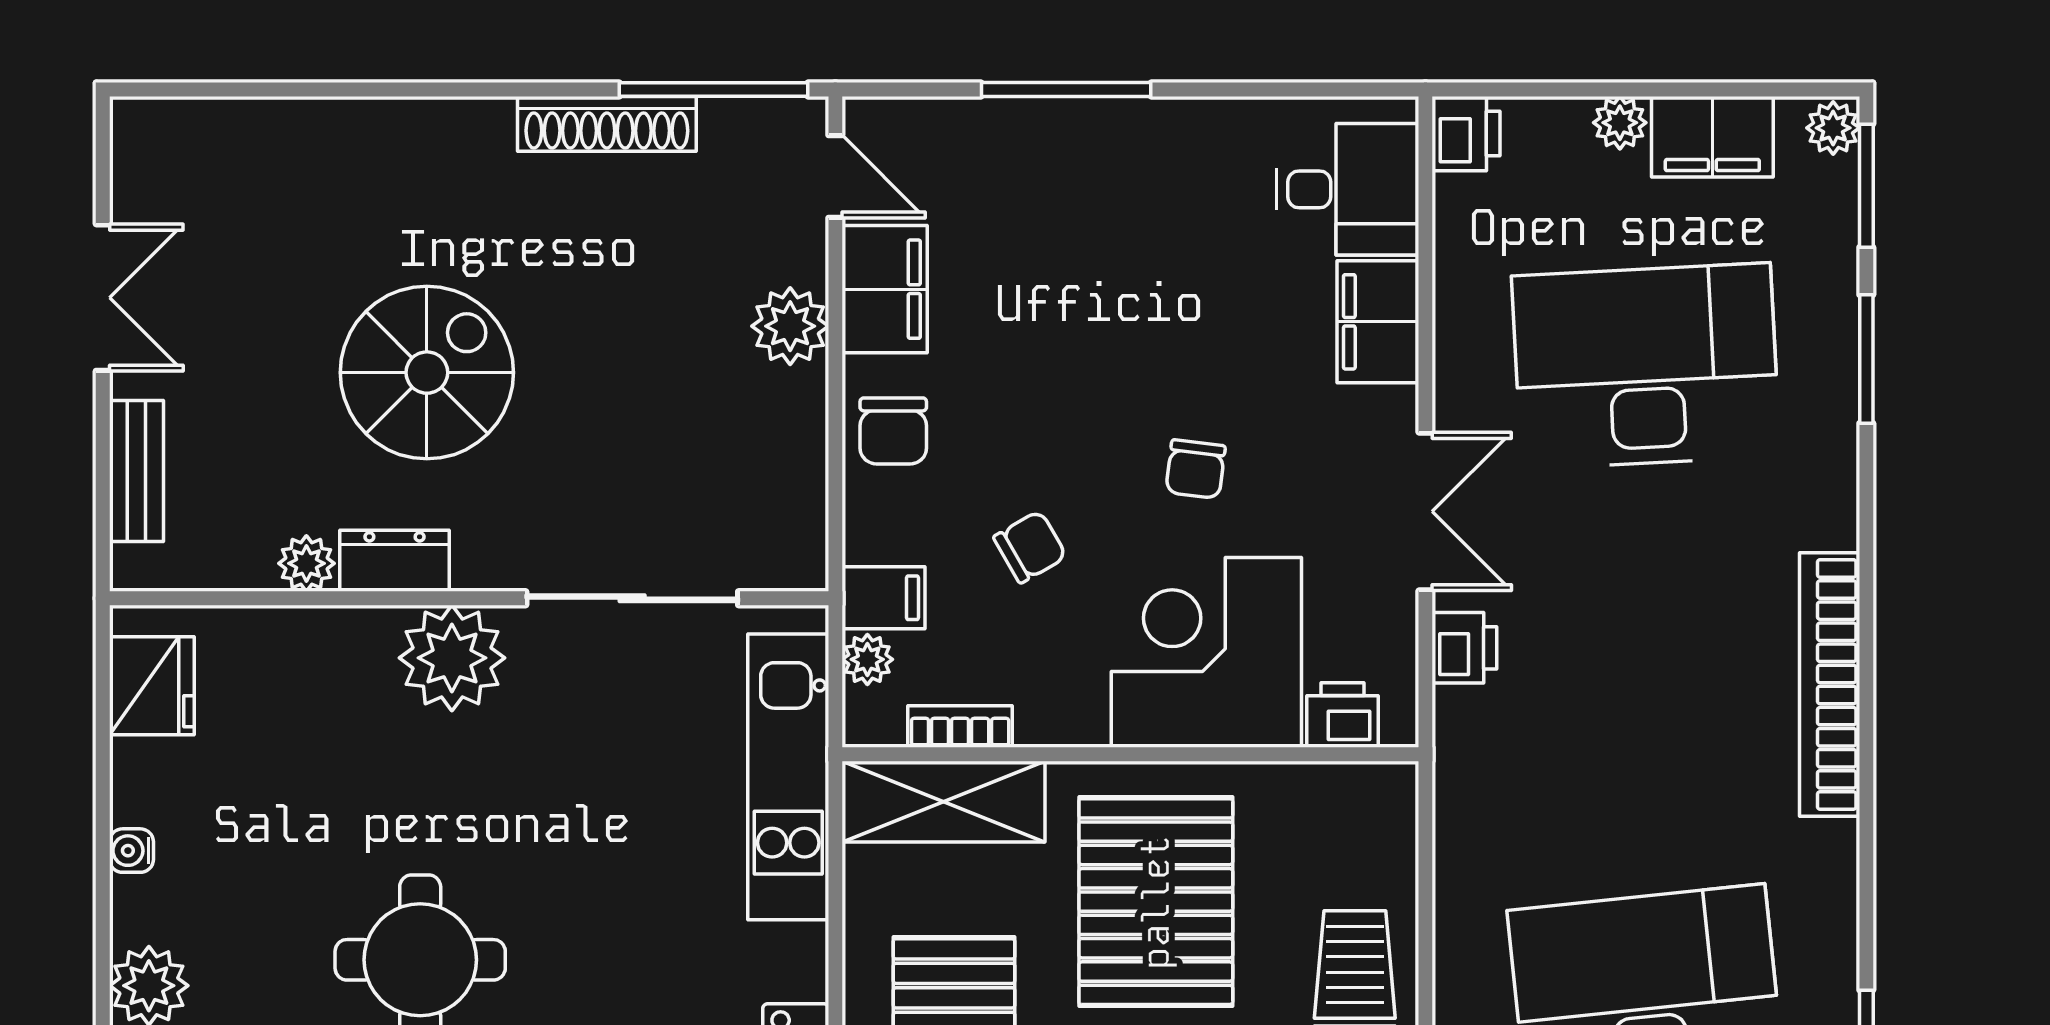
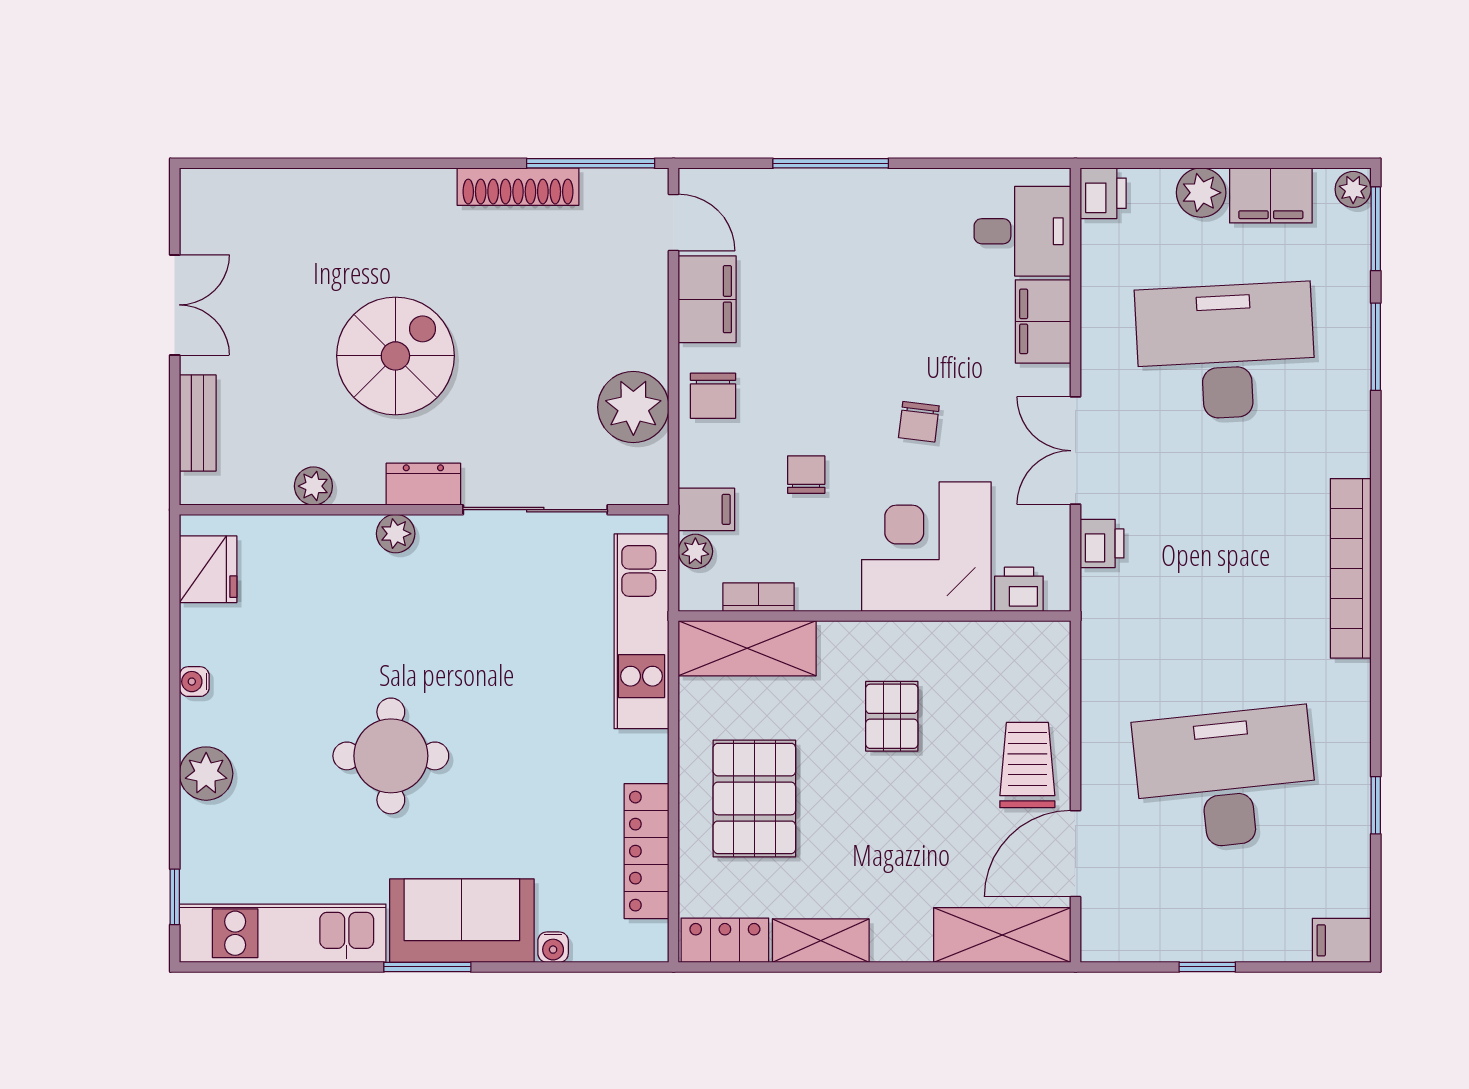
plant: (1620, 123) -> (1201, 193), width x1.38, depth x1.38
plant: (790, 326) -> (633, 407), moved, width x1.36, depth x1.36
double door: (1425, 511) -> (1075, 451), swing flipped
chair: (1030, 547) -> (806, 475), turned -60
dresser: (394, 561) -> (423, 484), moved
plant: (452, 658) -> (396, 534), width x0.53, depth x0.53
pallet: (1156, 902) -> (892, 716), width x0.49, depth x0.50

